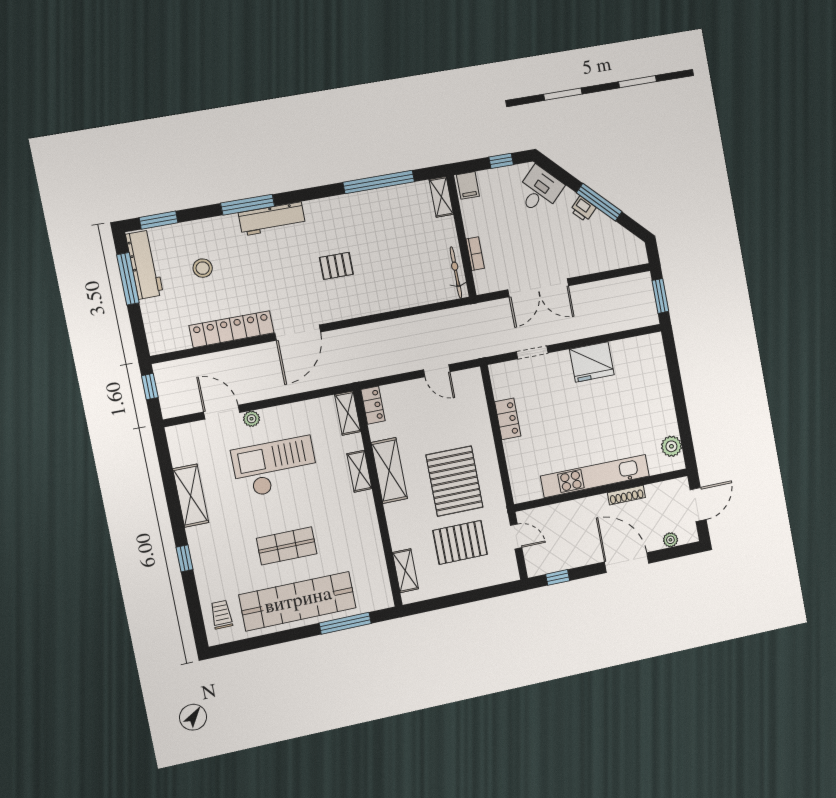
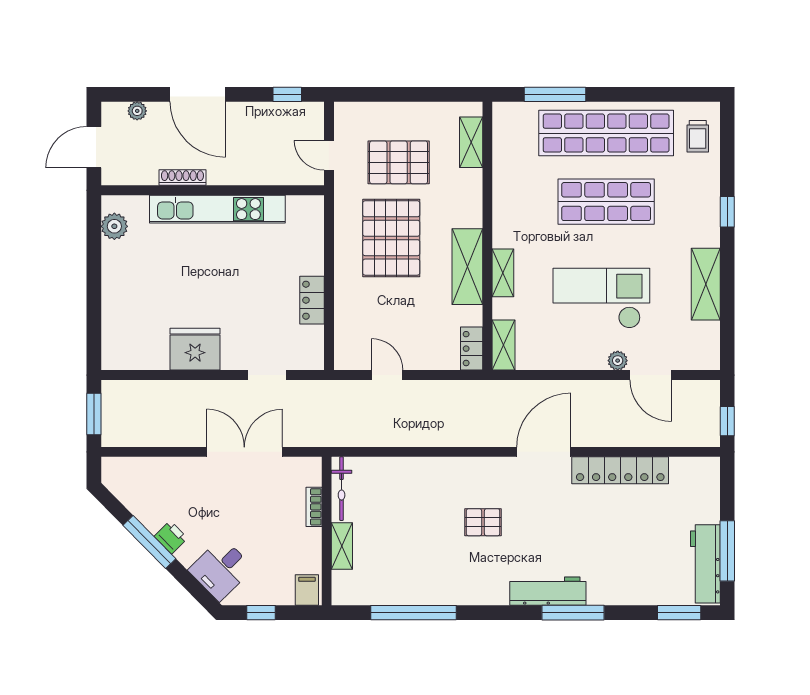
shelving: (441, 197) -> (342, 546), moved
stool: (203, 268) -> (640, 548), removed
checkout: (275, 467) -> (601, 298), turned 180
shop shelf: (287, 546) -> (606, 202), width x1.43, depth x1.36

